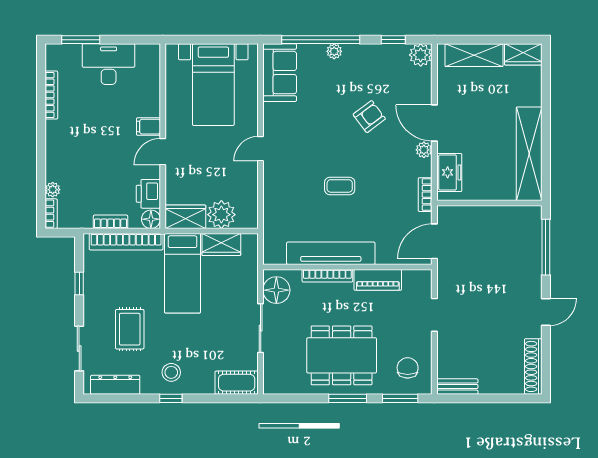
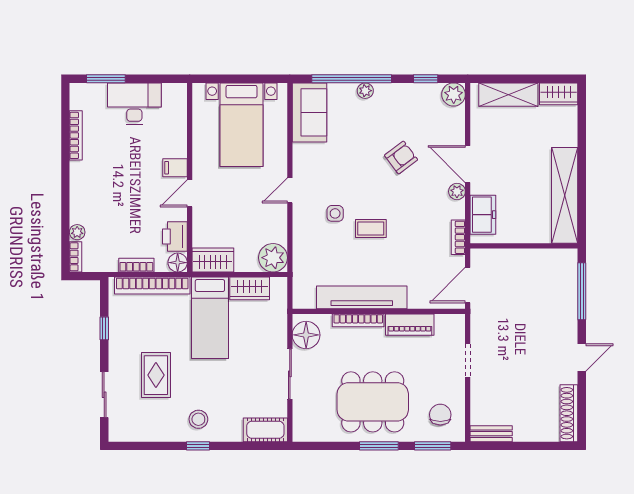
side table: (305, 171) -> (335, 213), added
plant: (221, 215) -> (273, 258), moved
dresser: (115, 385) -> (141, 432), removed

